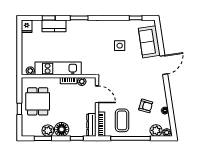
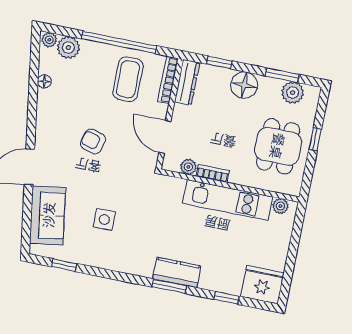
fridge: (27, 26) -> (262, 285), width x1.88, depth x1.34
kitchen counter: (54, 26) -> (177, 272), moved
armchair: (146, 106) -> (93, 141), moved
plant: (48, 131) -> (293, 93), moved

